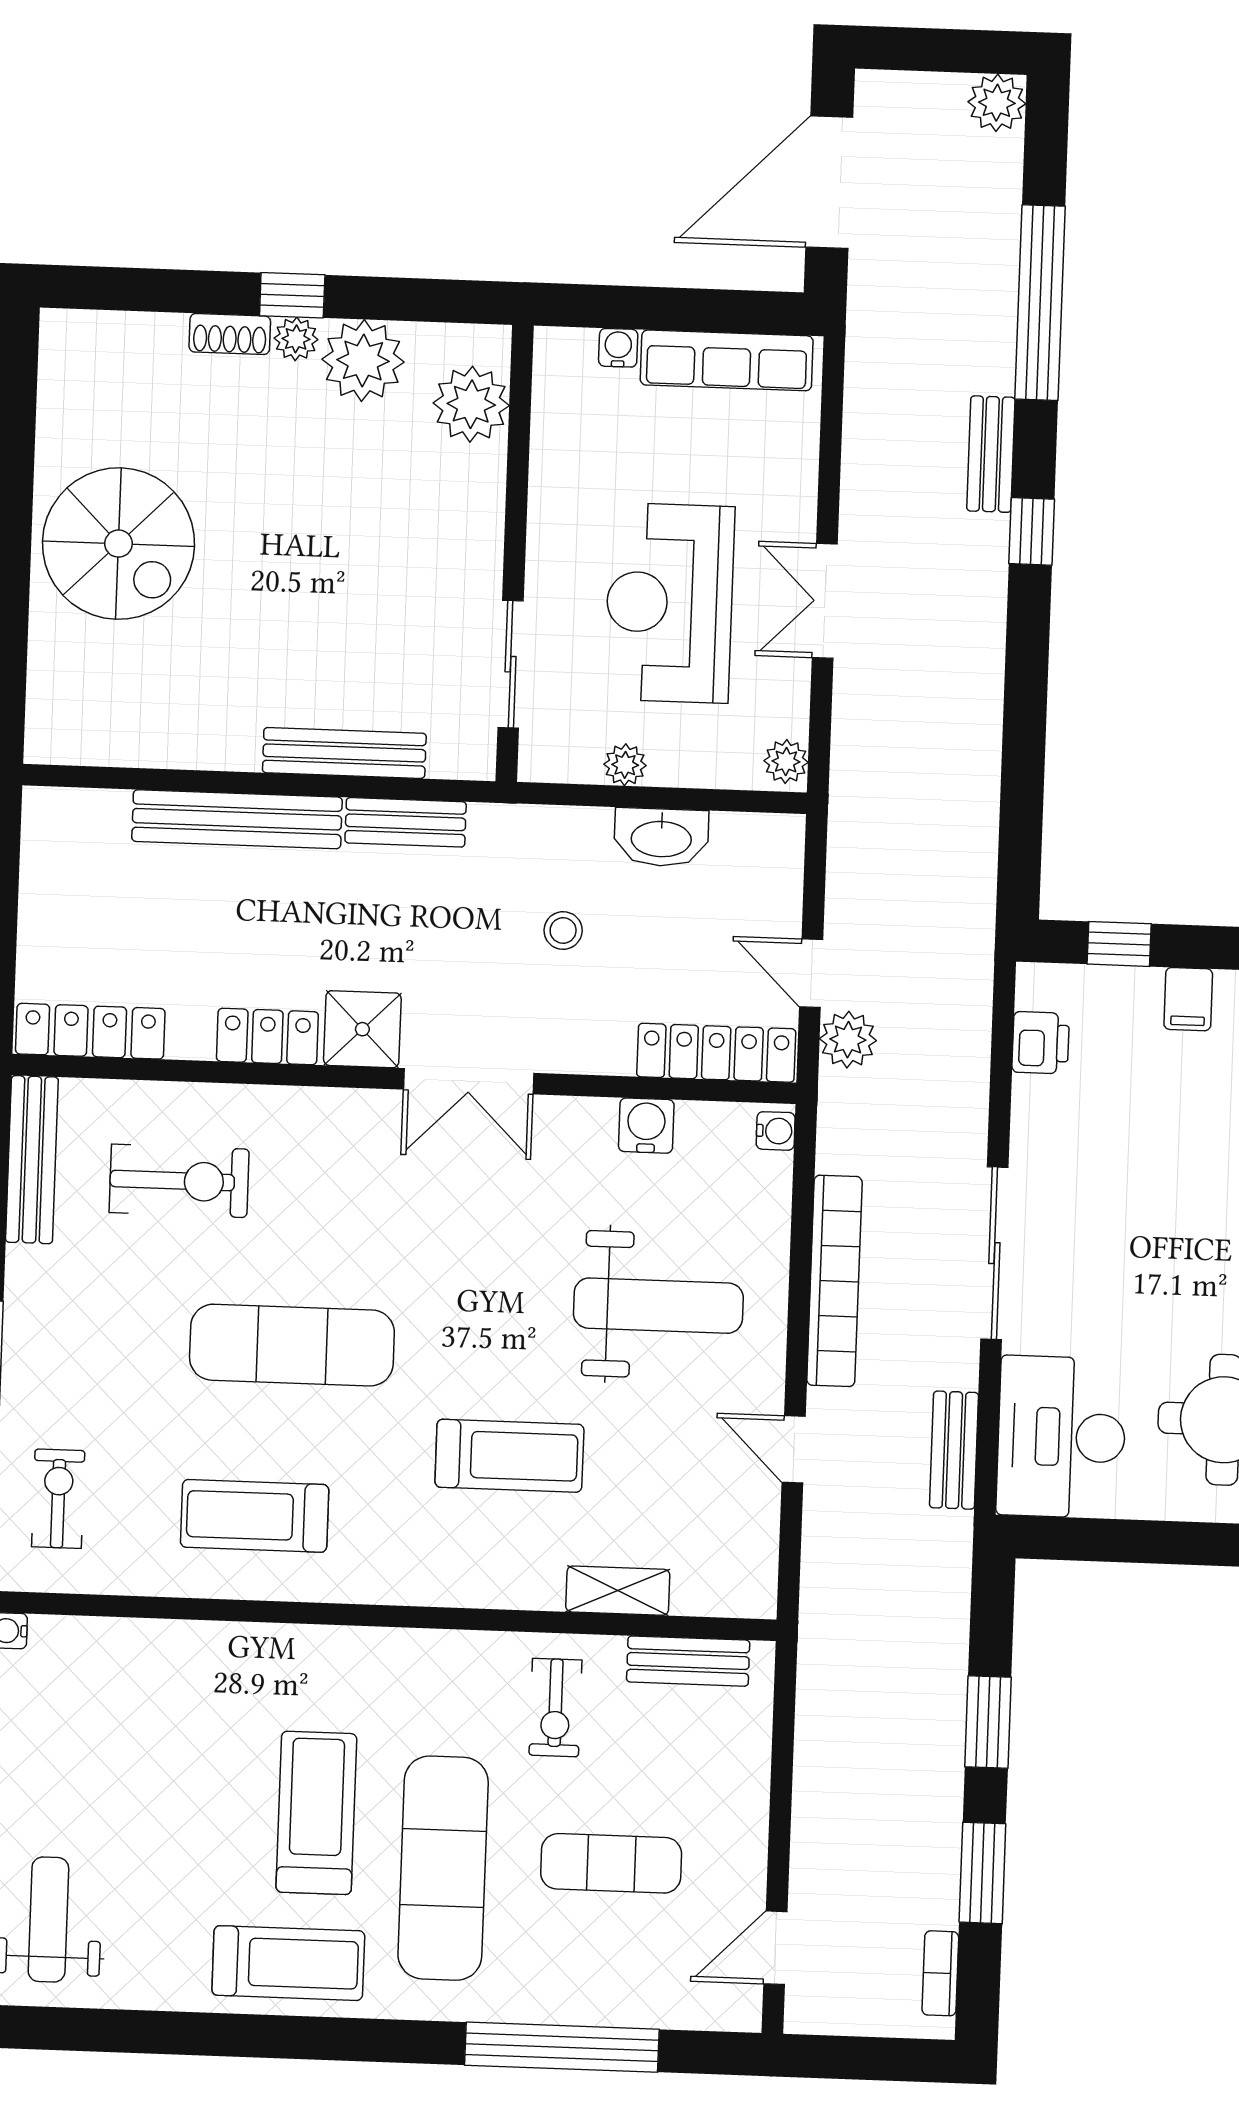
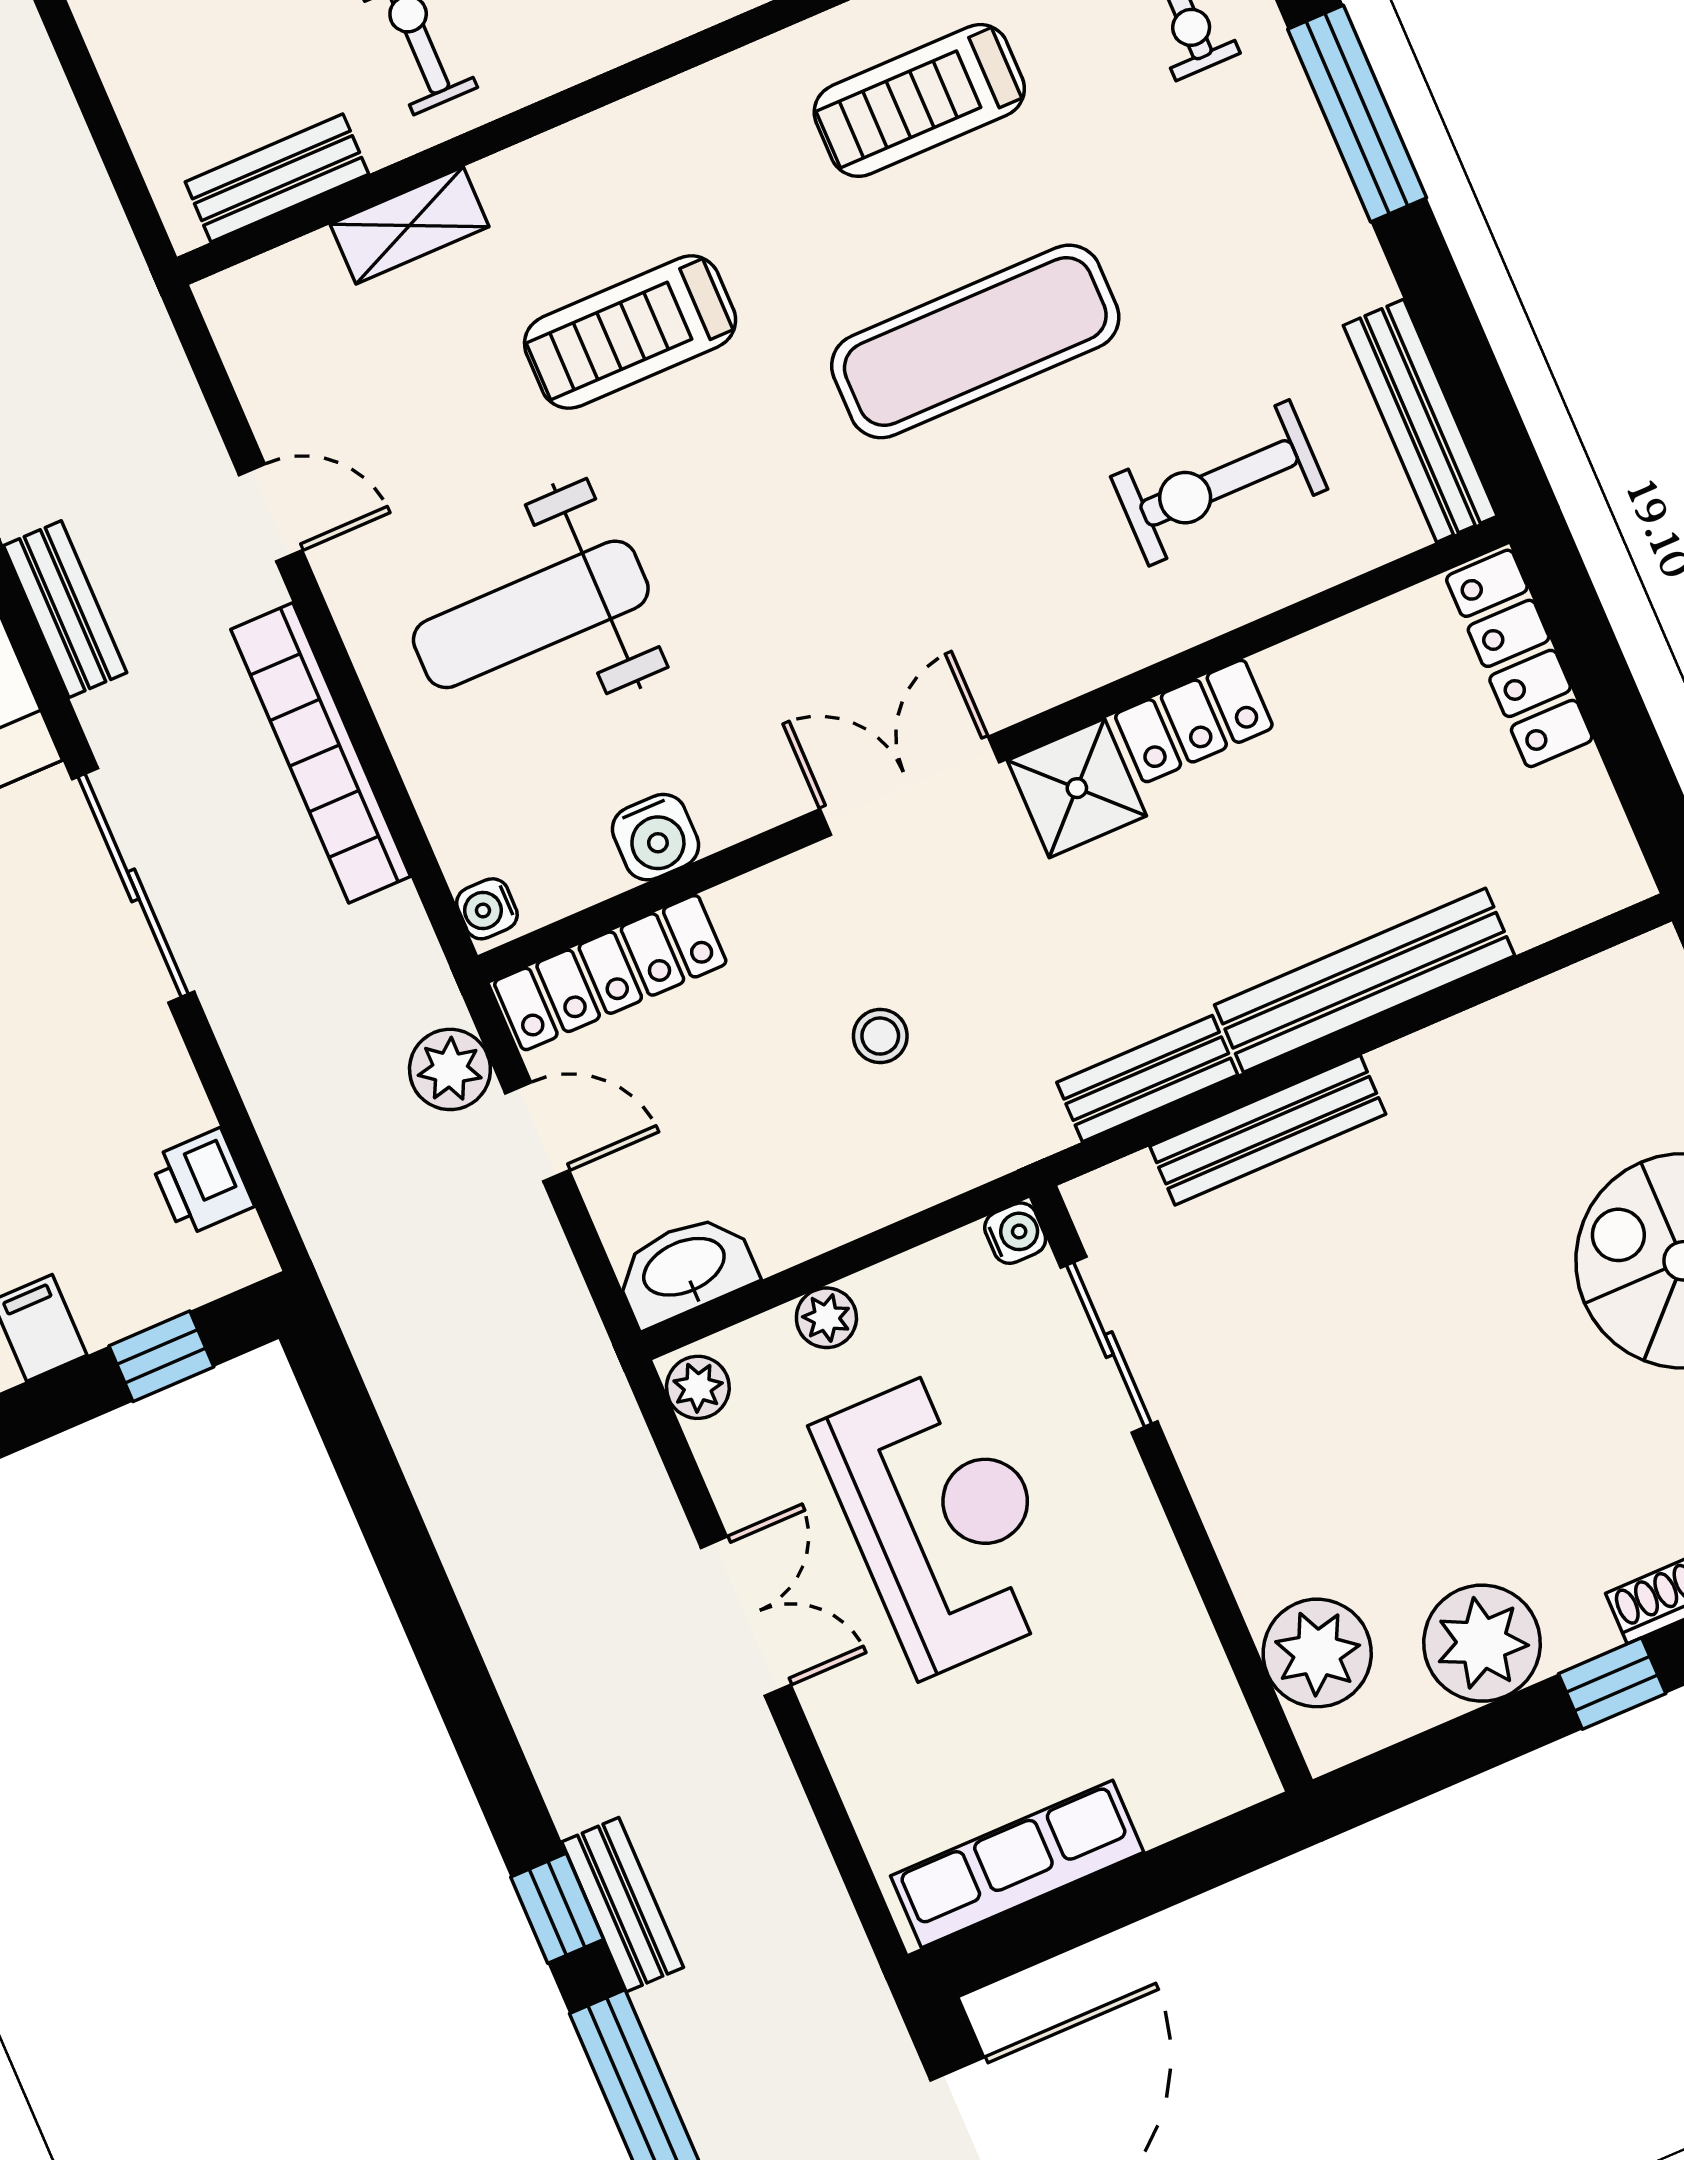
plant: (296, 339) -> (1581, 1630), removed
water cooler: (618, 348) -> (1015, 1233), moved, turned -90
window: (1032, 531) -> (557, 1908), moved
plant: (625, 765) -> (826, 1318), moved
washbasin: (661, 837) -> (685, 1269), moved
locker: (90, 1031) -> (1519, 658), moved, turned 90
treadmill: (255, 1516) -> (919, 100), turned 180

